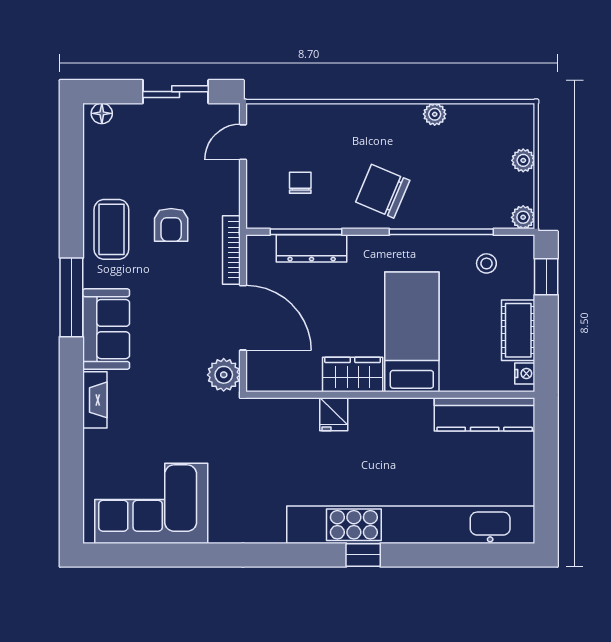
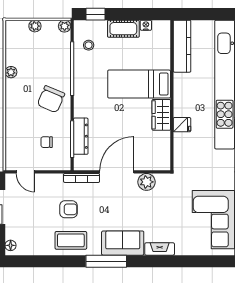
bed: (412, 332) -> (139, 84), moved
wardrobe: (353, 375) -> (161, 115), moved
wall: (390, 395) -> (172, 95), moved
fridge: (334, 414) -> (182, 125), moved
kitchen counter: (485, 414) -> (182, 46), moved

